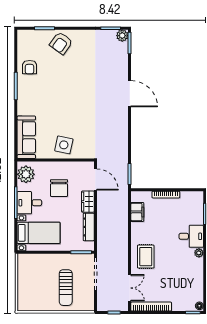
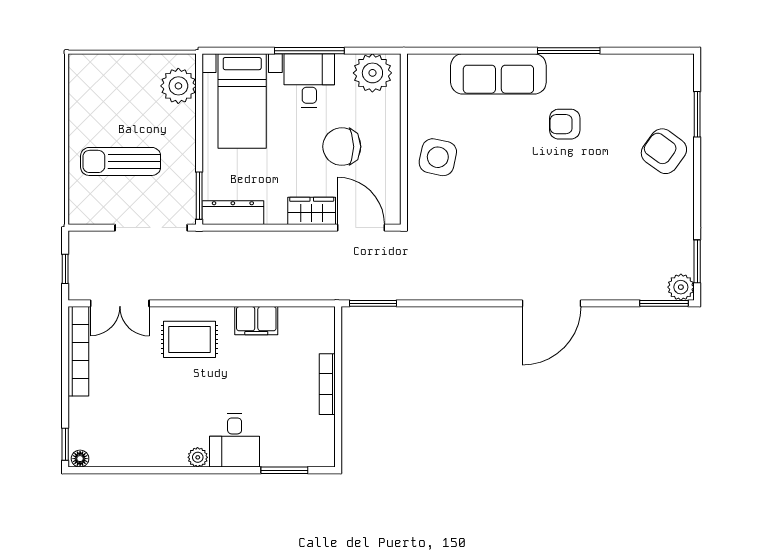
armchair: (30, 67) -> (565, 124), moved
sofa: (26, 137) -> (498, 74), moved
door: (95, 179) -> (361, 228), swing flipped
filing cabinet: (137, 212) -> (256, 321), moved
dresser: (89, 227) -> (233, 213), moved
plant: (32, 262) -> (178, 86), added

